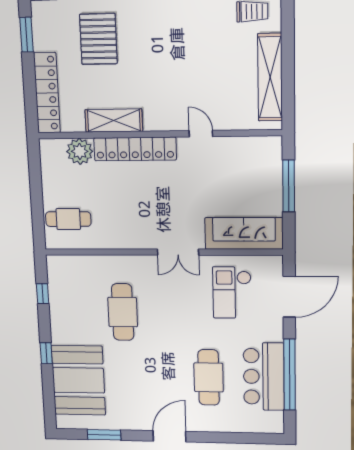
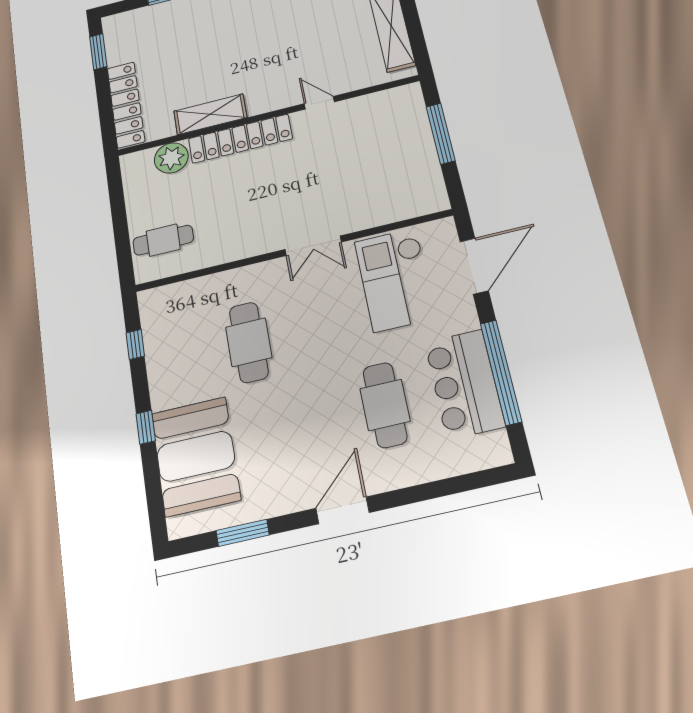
pallet: (98, 39) -> (183, 36), removed
sofa: (244, 233) -> (396, 202), removed
checkout: (232, 293) -> (395, 279), width x1.36, depth x1.21

